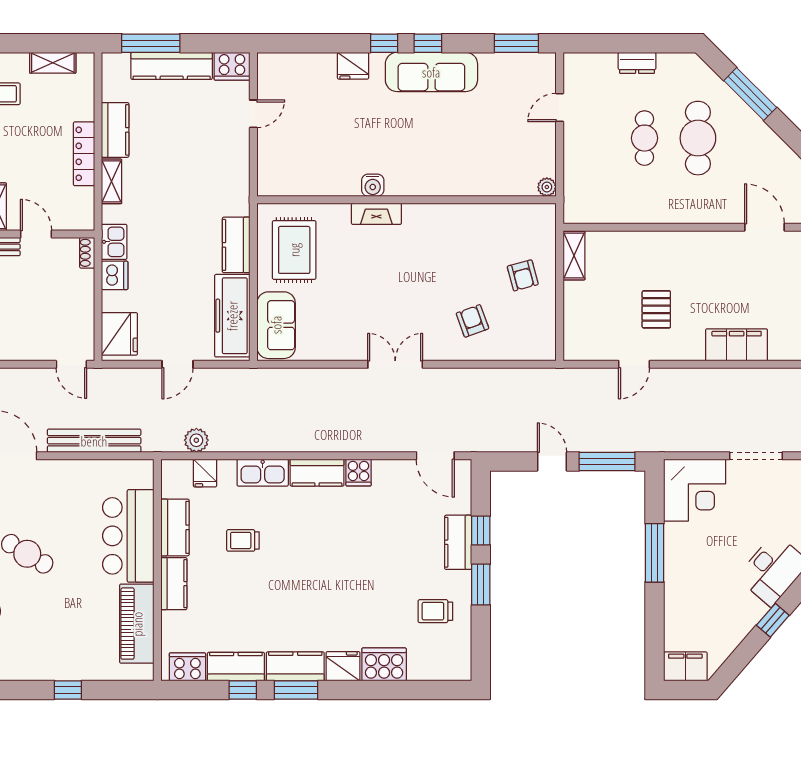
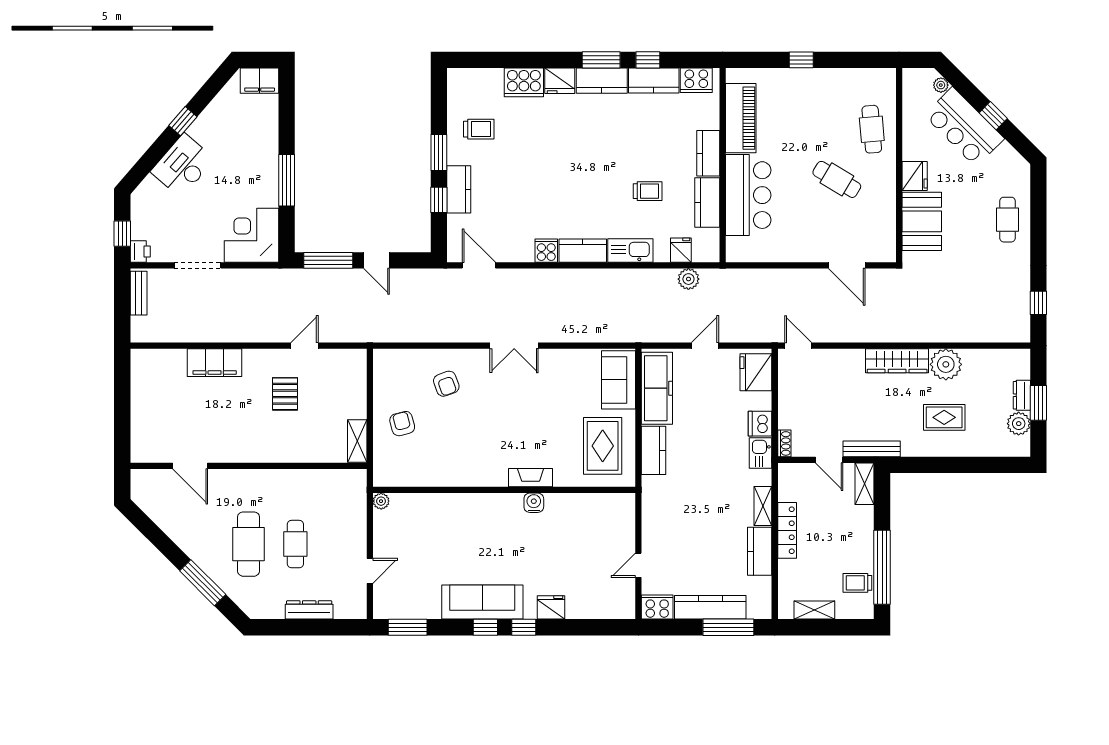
dresser: (637, 63) -> (309, 610), width x1.44
bench: (94, 441) -> (778, 279), removed

